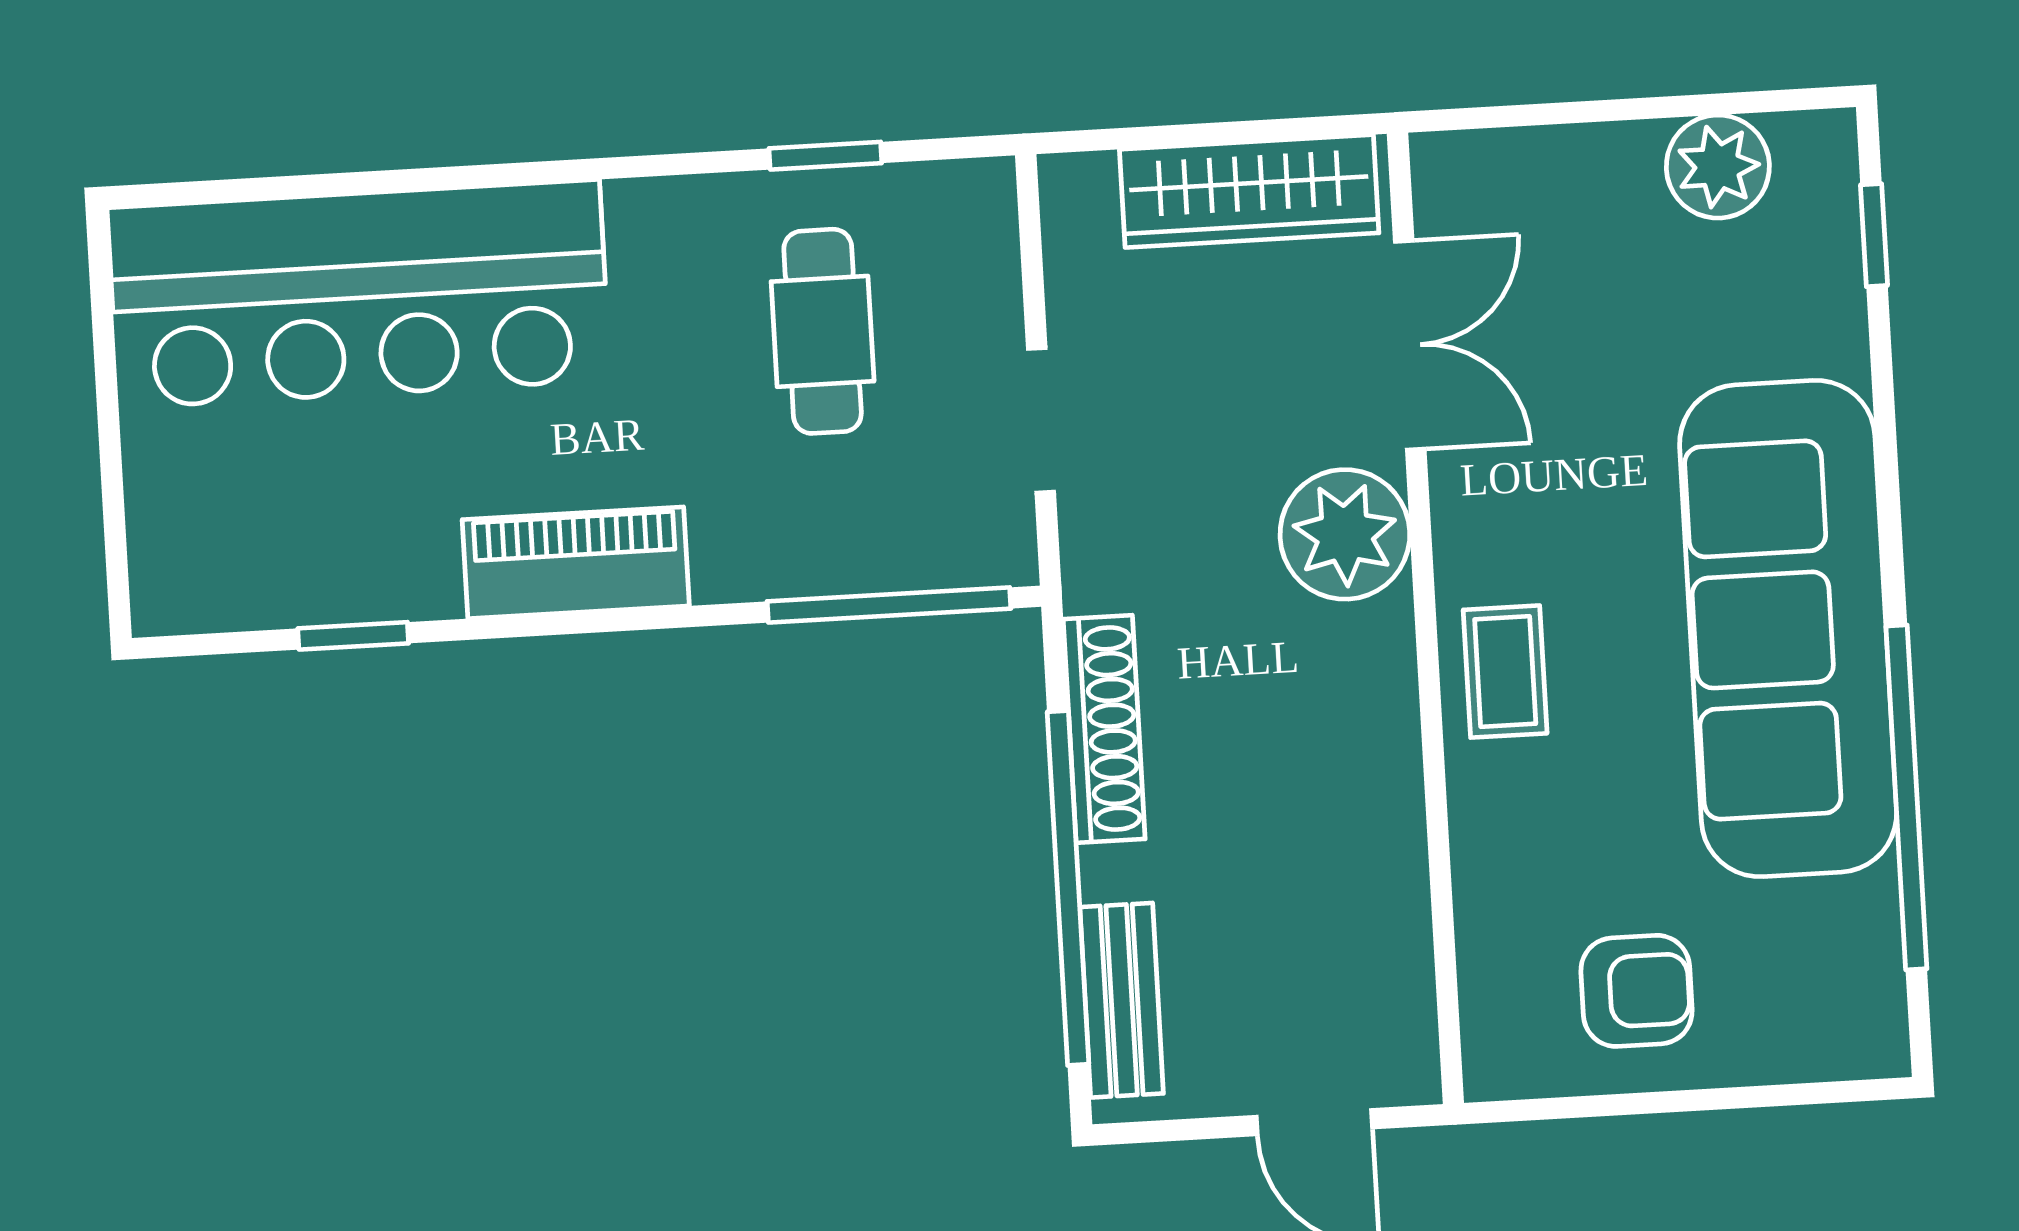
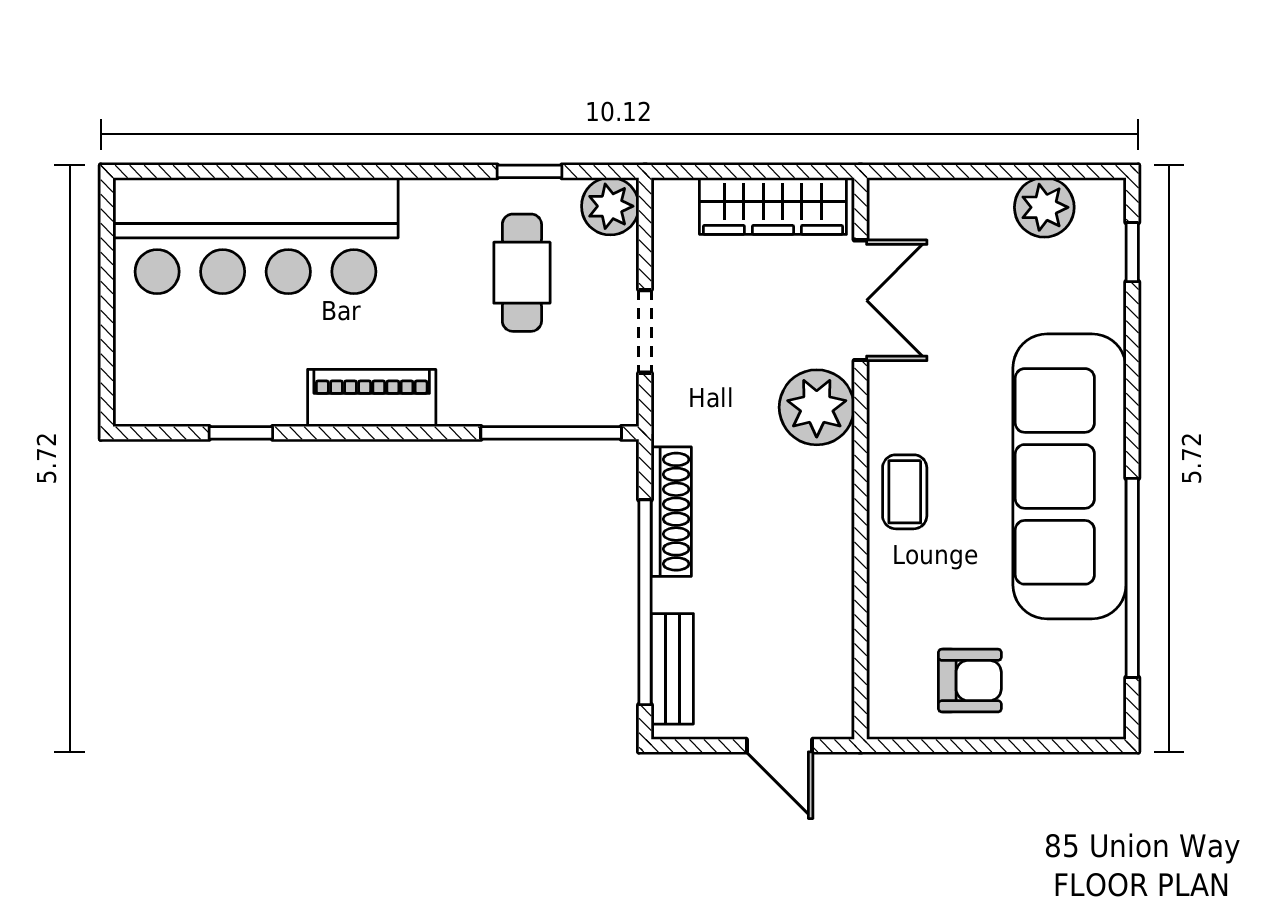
plant: (968, 208) -> (610, 206), added

